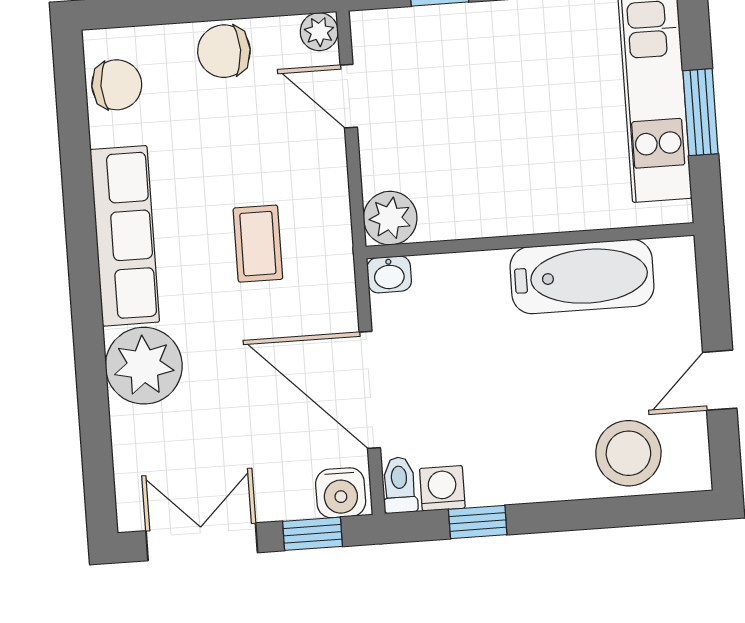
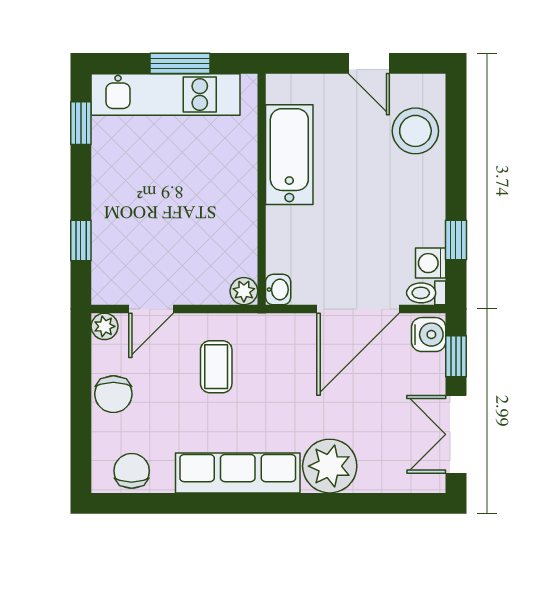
plant: (390, 218) -> (244, 291), width x0.73, depth x0.73
coffee table: (258, 244) -> (216, 367), moved, turned 90

